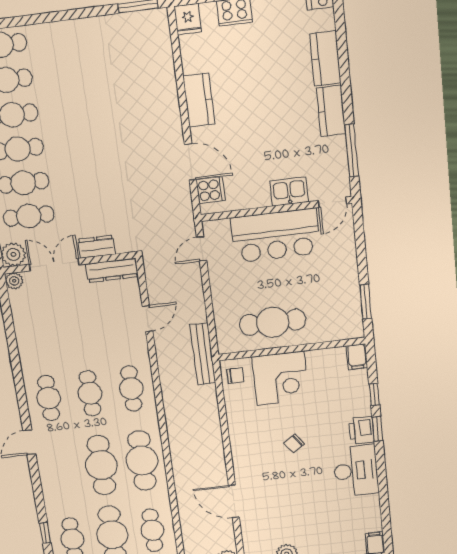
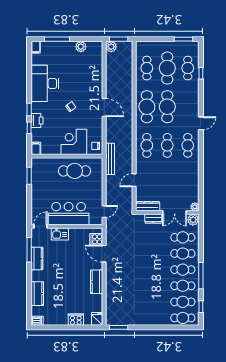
kitchen counter: (331, 111) -> (37, 259), moved
printer: (362, 430) -> (37, 120), moved
desk: (356, 471) -> (45, 83), width x1.36, depth x1.30
door: (234, 501) -> (104, 108), moved

